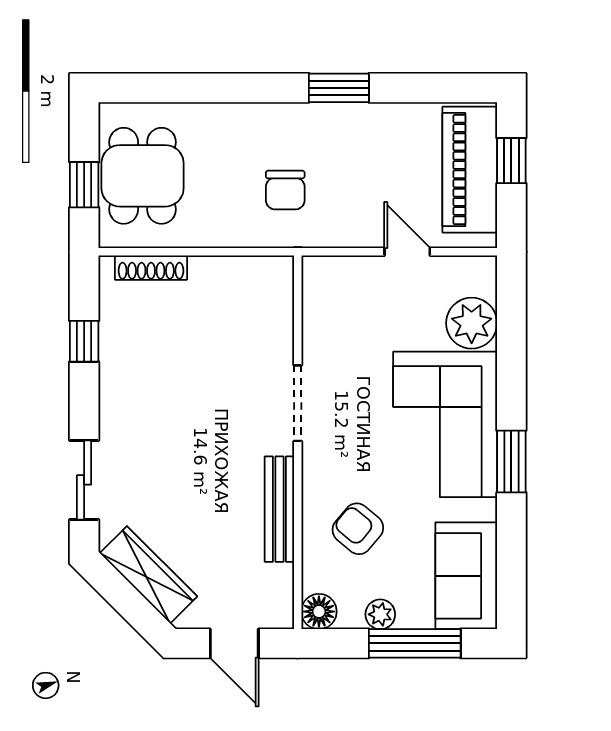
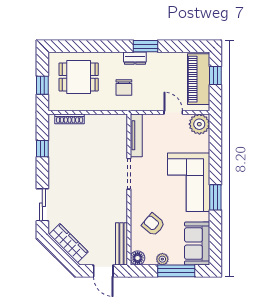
dresser: (313, 118) -> (135, 58), added
dining table: (143, 176) -> (79, 77), moved, turned 90
tv unit: (316, 308) -> (136, 135), added
plant: (472, 323) -> (199, 124), moved
bench: (279, 509) -> (122, 244), moved

